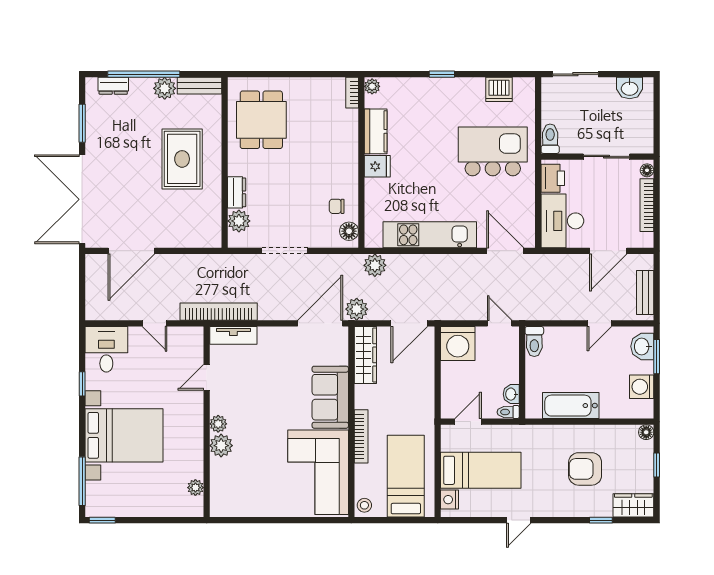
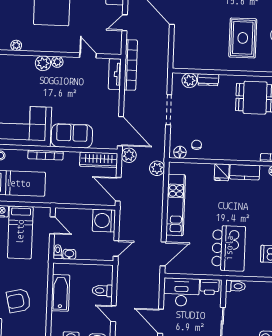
rug: (182, 159) -> (243, 38), moved, turned 90
toilet: (534, 341) -> (102, 291), moved
armchair: (585, 469) -> (19, 301), turned -103

